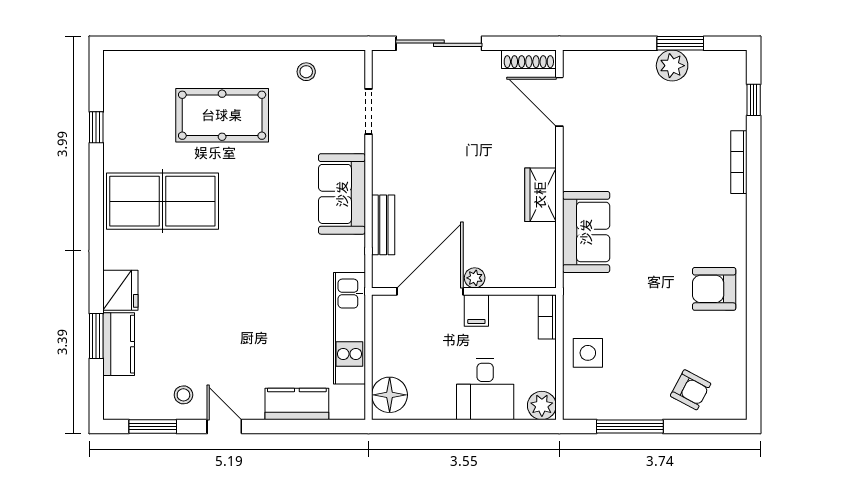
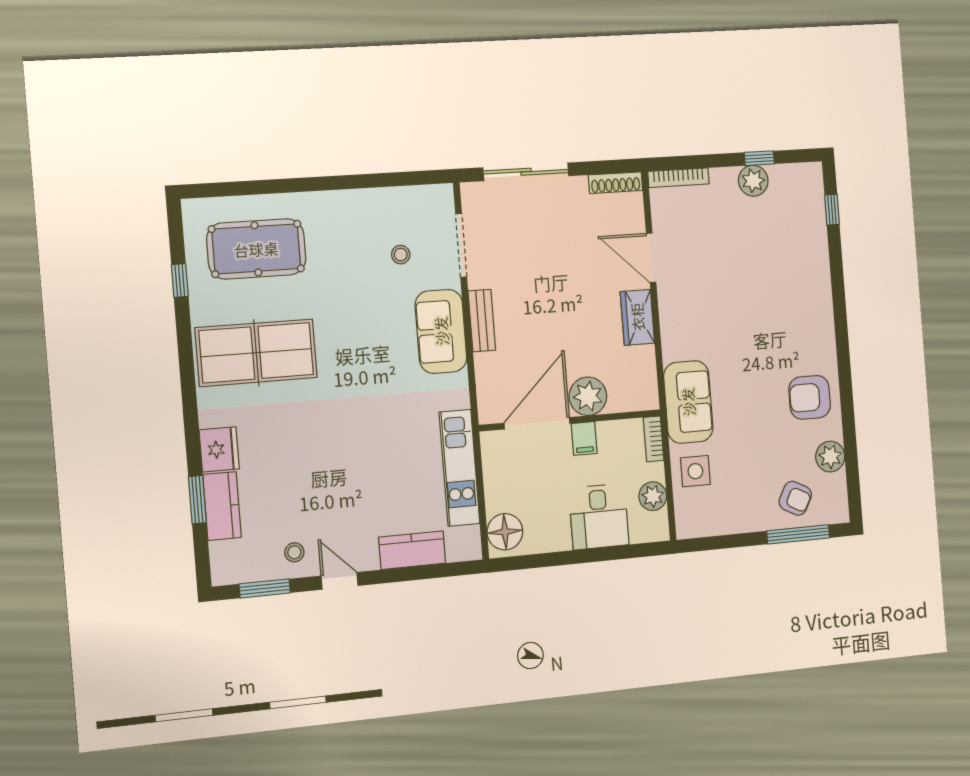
window: (680, 43) -> (759, 158), width x0.67
stool: (306, 72) -> (401, 255), moved
door: (559, 102) -> (651, 258), moved
doorway: (368, 111) -> (461, 245), width x1.38
pool table: (222, 115) -> (256, 249), moved
bookcase: (739, 162) -> (678, 178), moved, turned -90
bench: (383, 225) -> (482, 321), moved
sofa: (586, 232) -> (688, 402), moved
plant: (475, 278) -> (588, 396), width x1.88, depth x1.88
plant: (731, 351) -> (830, 457), added
plant: (542, 405) -> (653, 496), moved
window: (630, 426) -> (798, 534), moved

